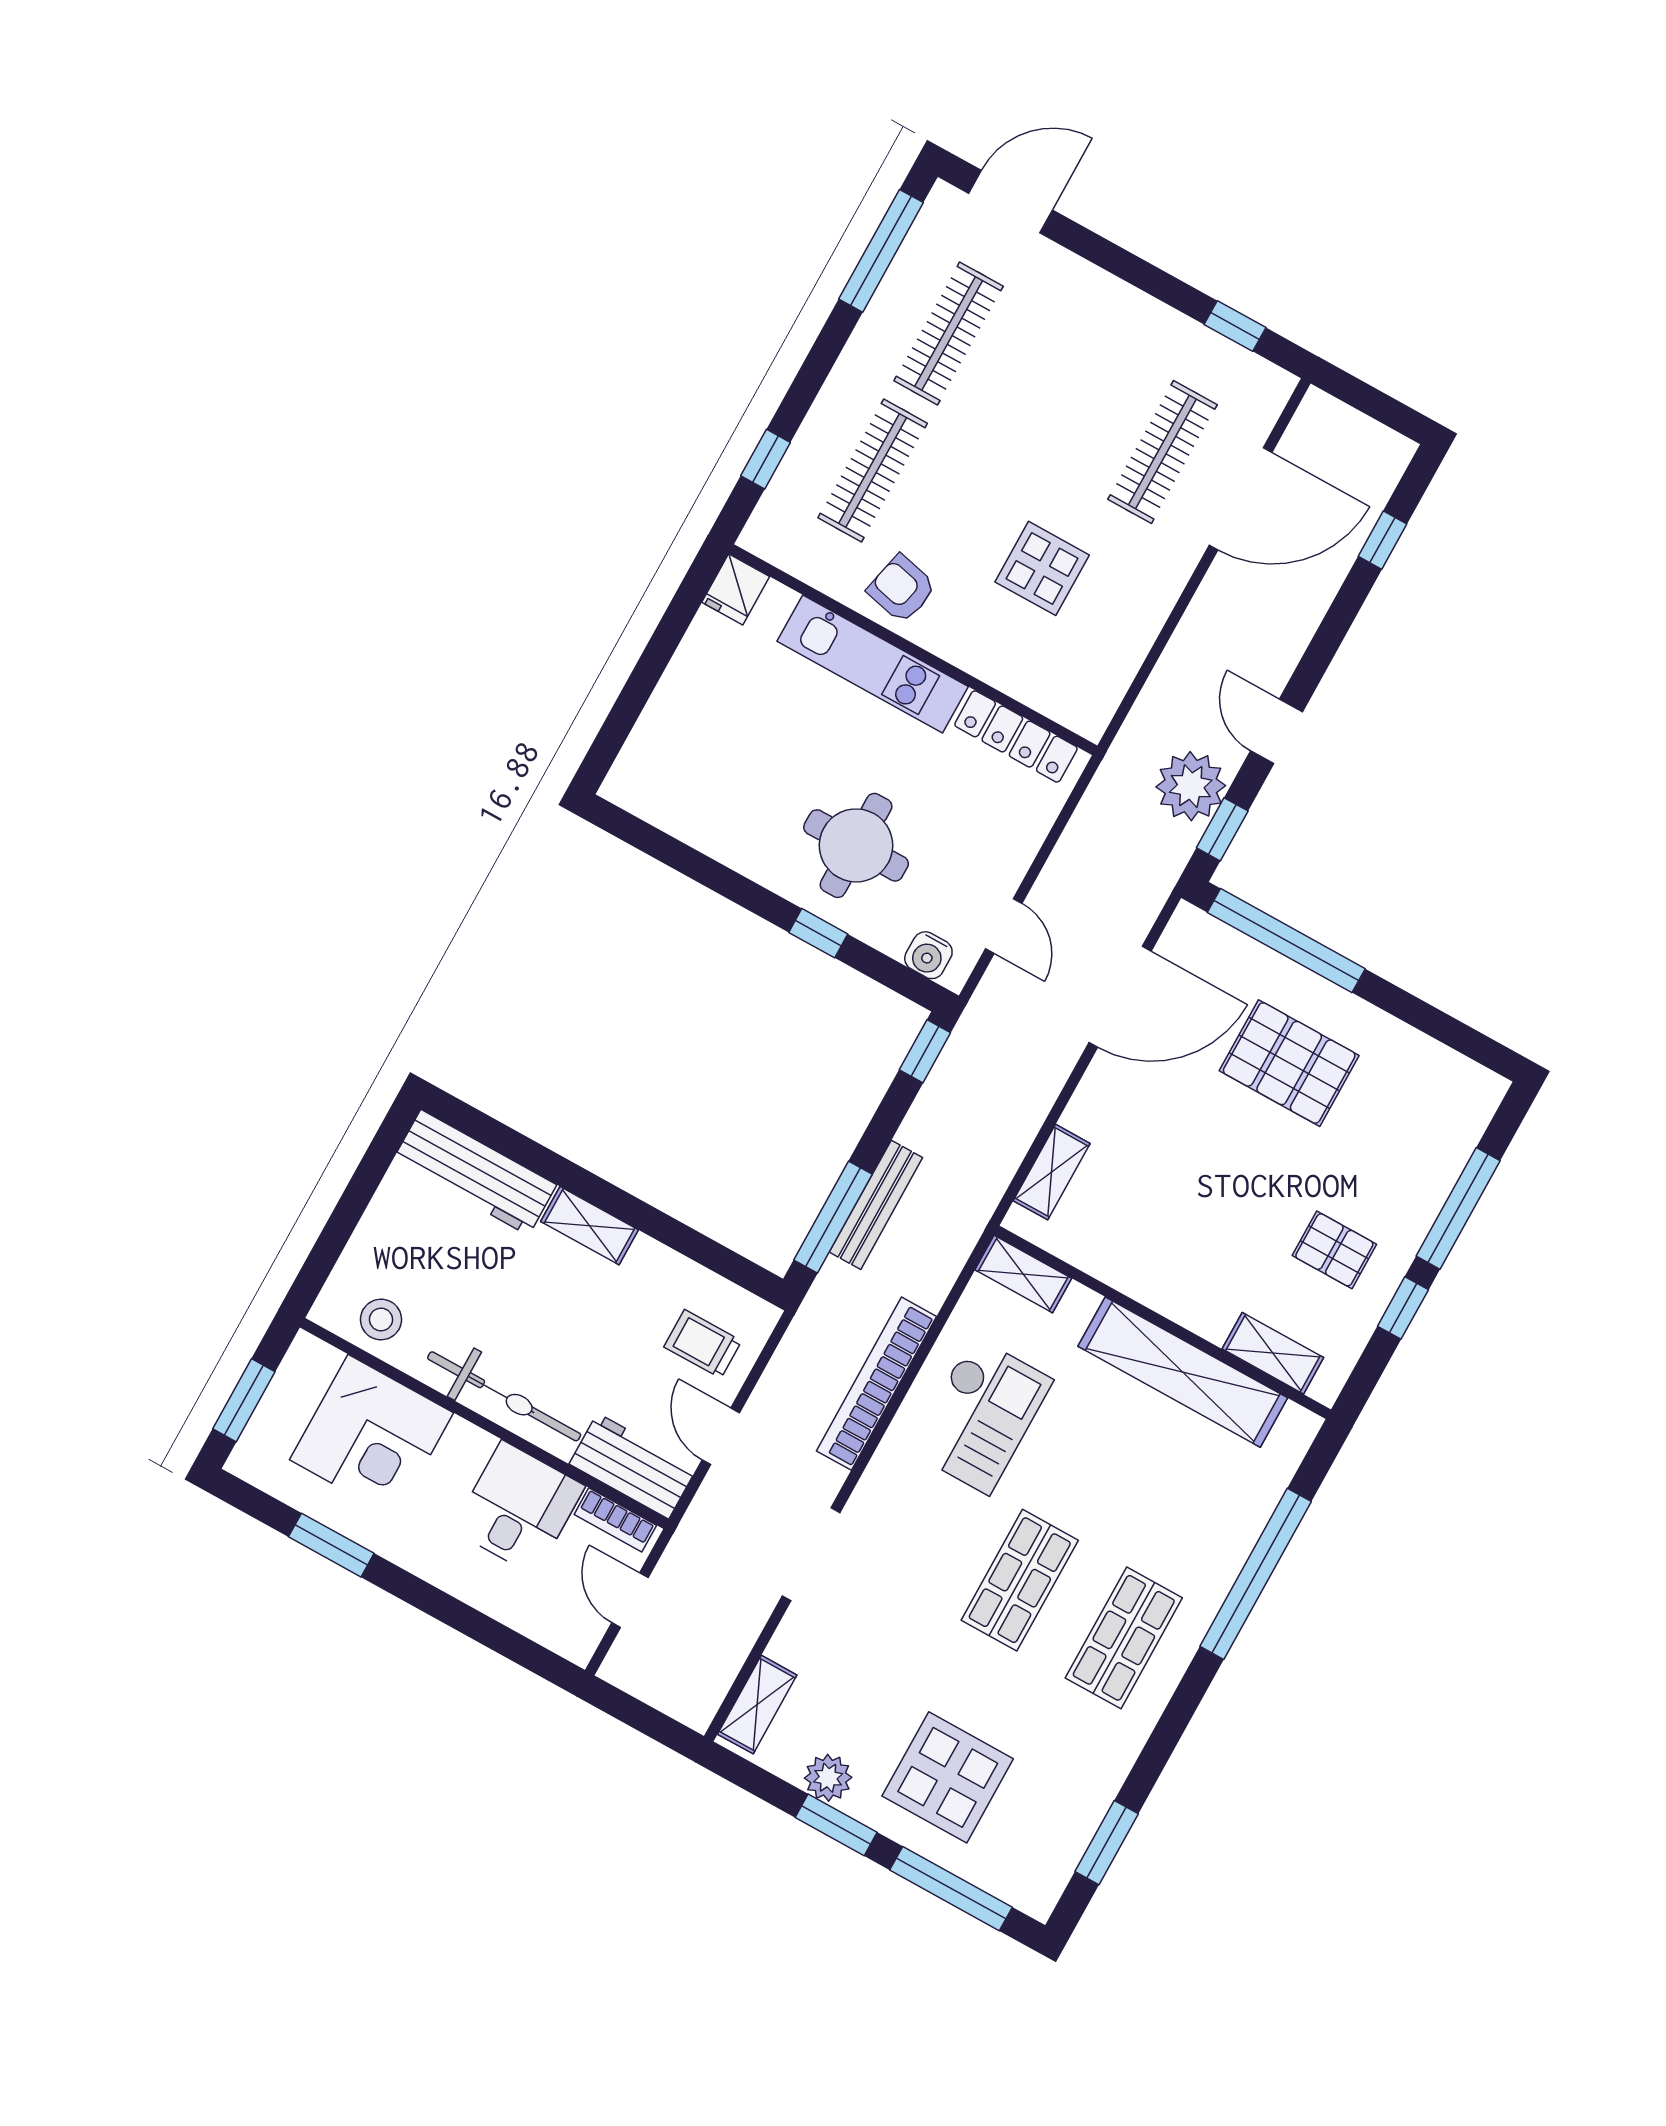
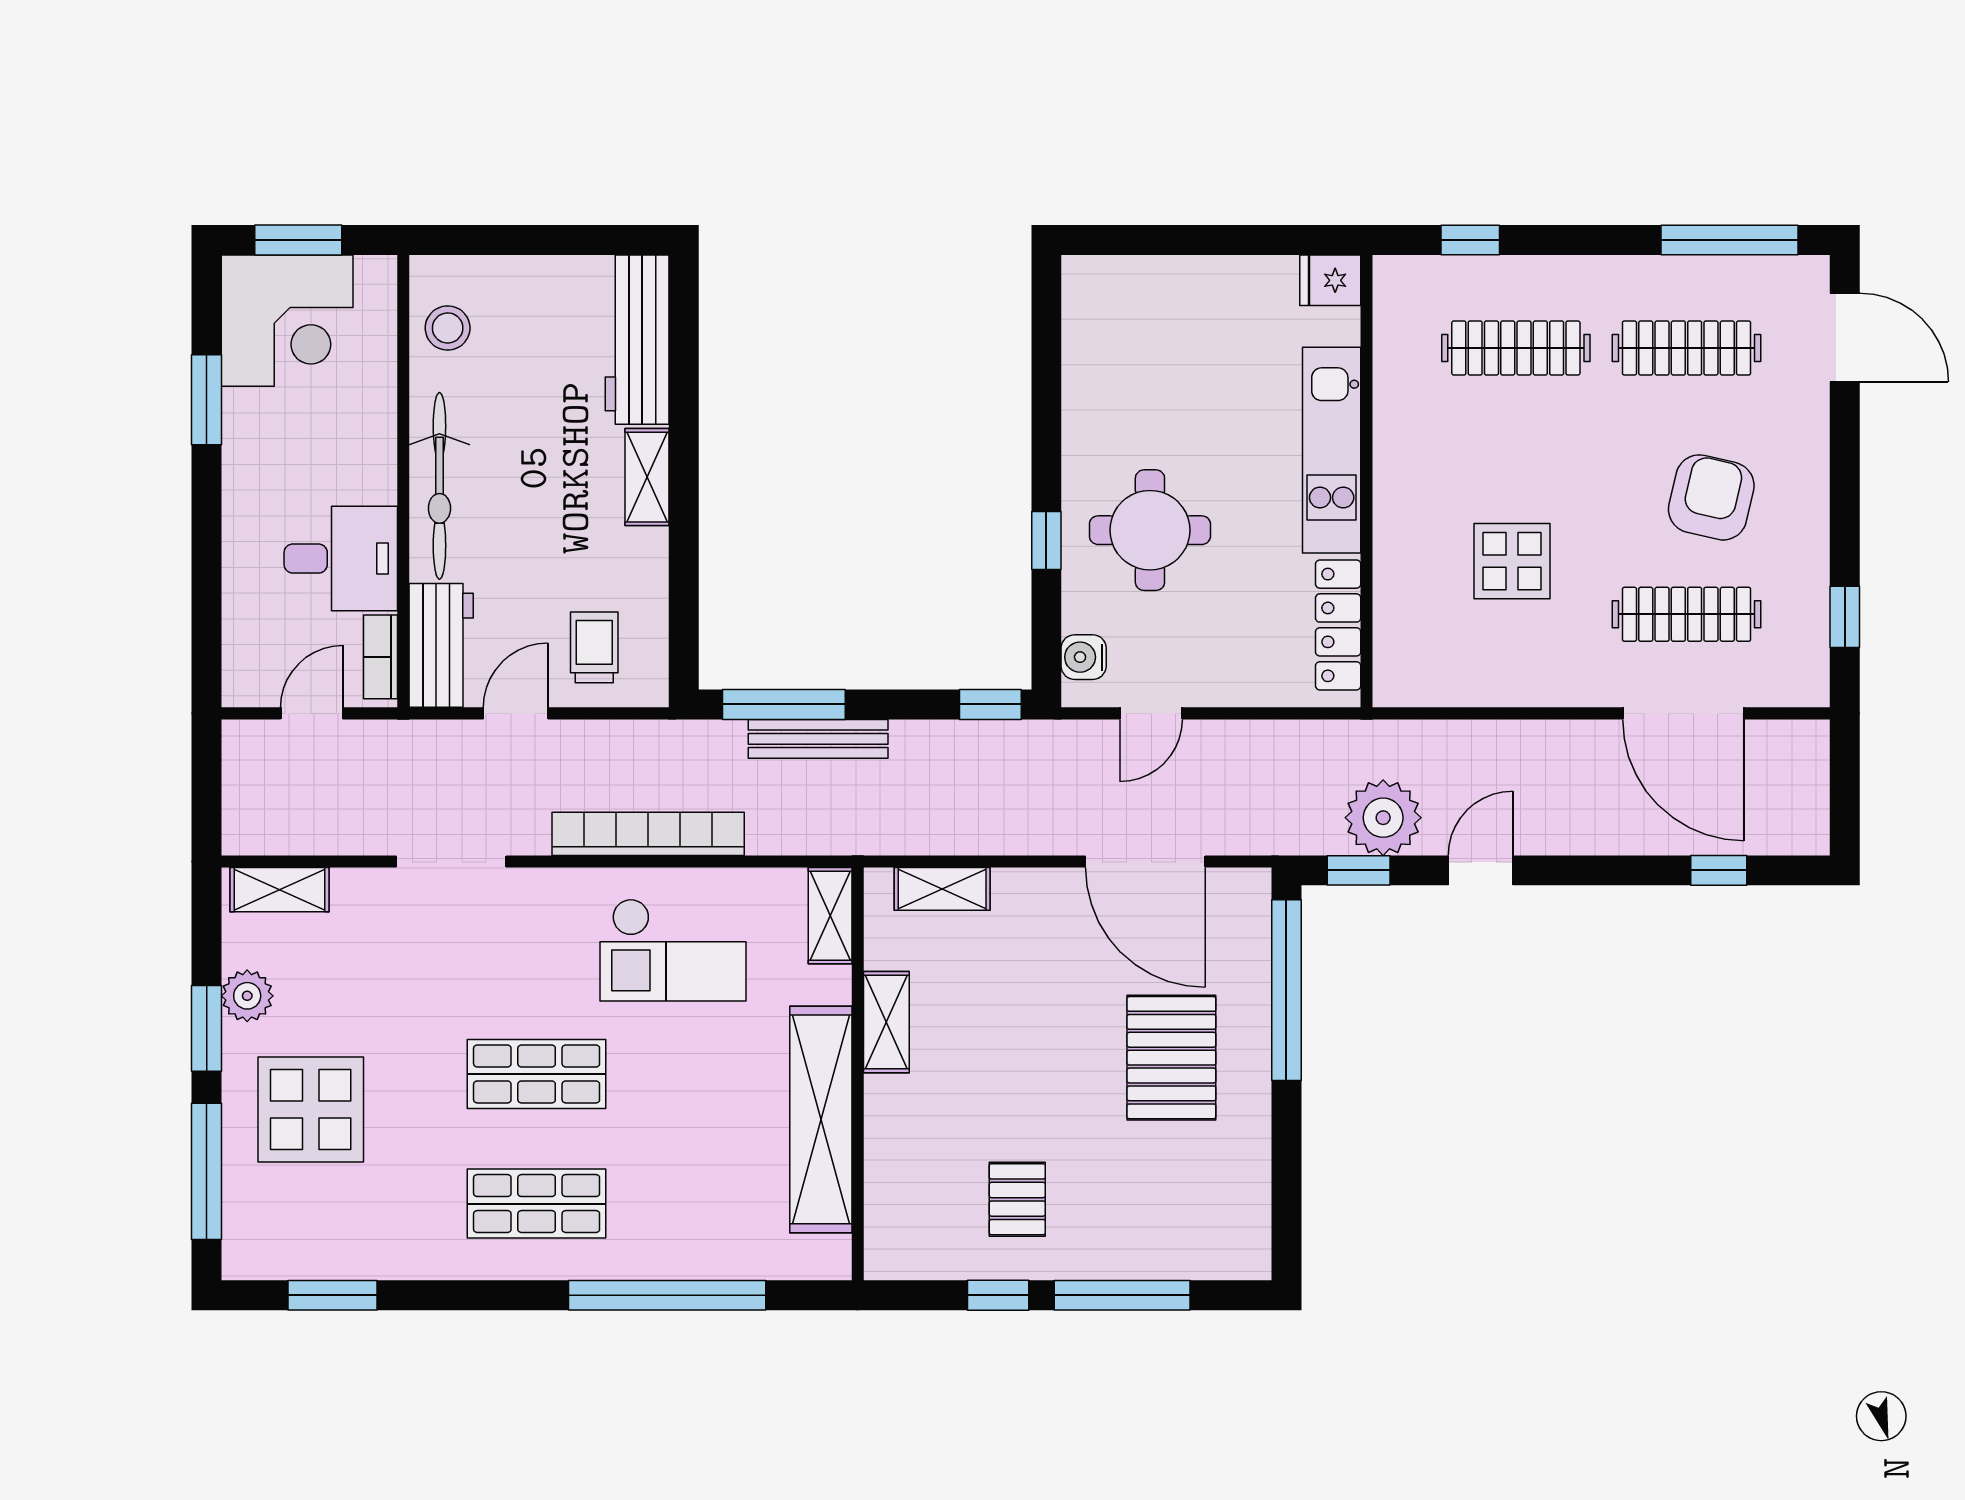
armchair: (902, 589) -> (1711, 497), moved, width x1.38, depth x1.38
shelving: (1273, 1353) -> (886, 1022), moved
corner desk: (372, 1436) -> (287, 321), moved, turned -90

